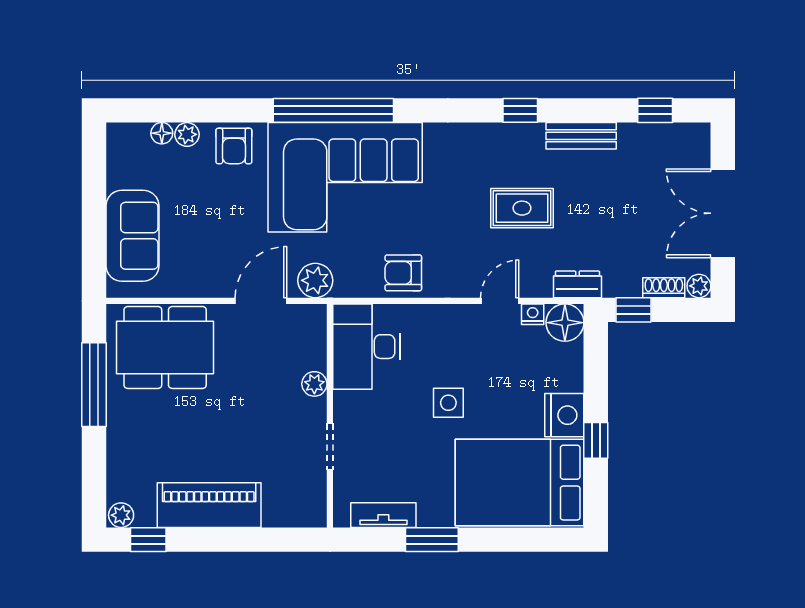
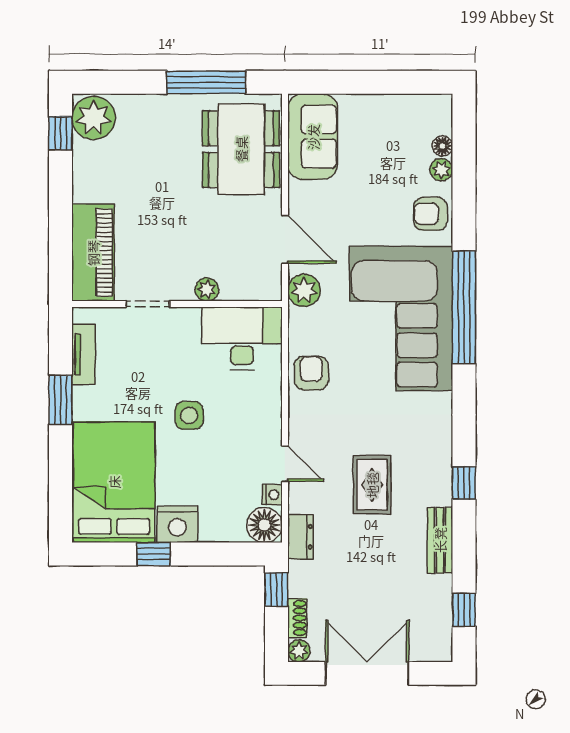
sofa: (132, 236) -> (313, 137), moved, turned -90
piano: (209, 505) -> (93, 253), moved
plant: (121, 515) -> (94, 118), width x1.88, depth x1.88

